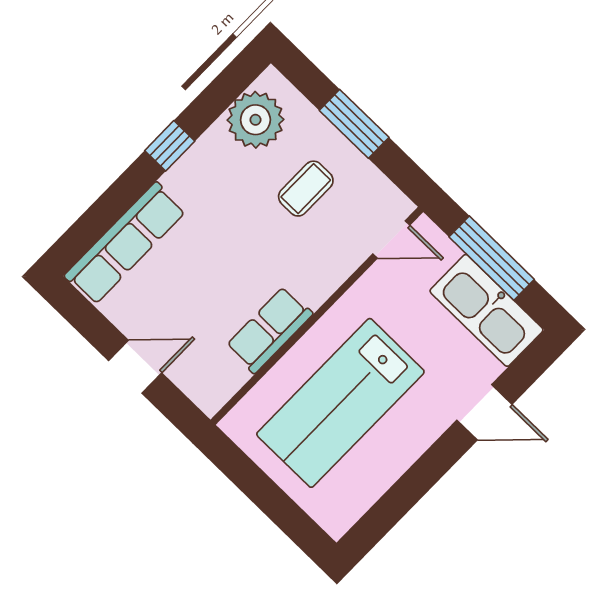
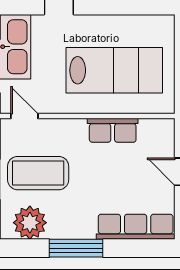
window: (170, 146) -> (76, 248), width x2.17
coffee table: (306, 189) -> (38, 173), width x1.86, depth x1.72

